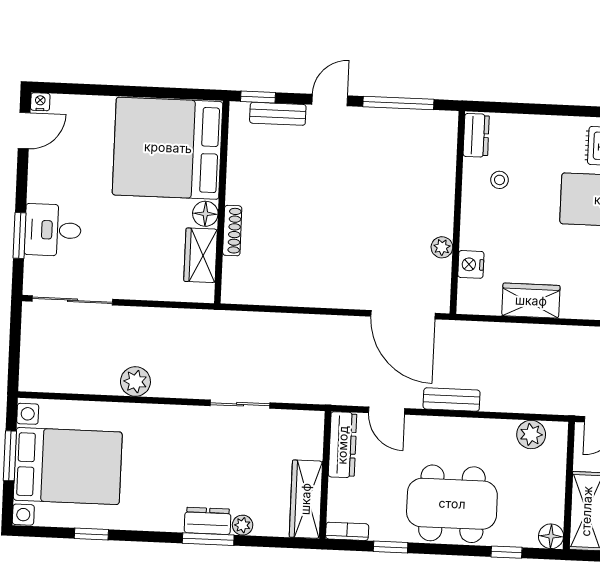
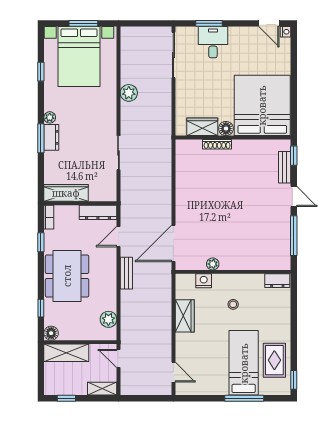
stool: (499, 180) -> (233, 304), moved
plant: (243, 525) -> (50, 117), moved

